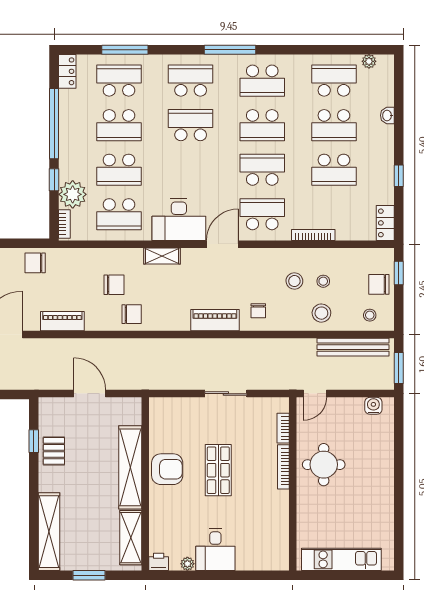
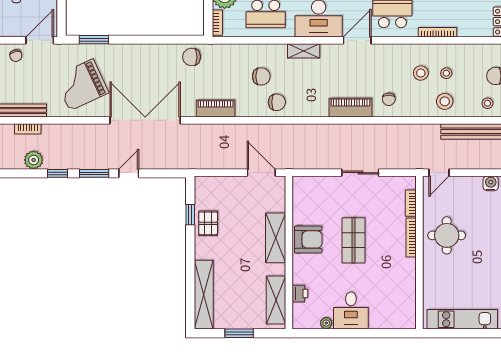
door: (90, 394) -> (261, 173), moved
shelving: (130, 467) -> (276, 238), width x0.68
printer: (159, 562) -> (300, 294), moved, turned 90

